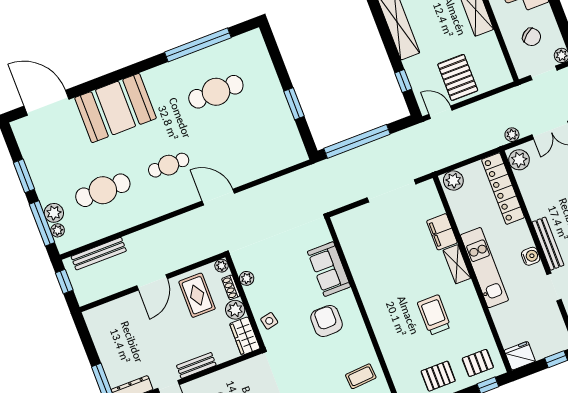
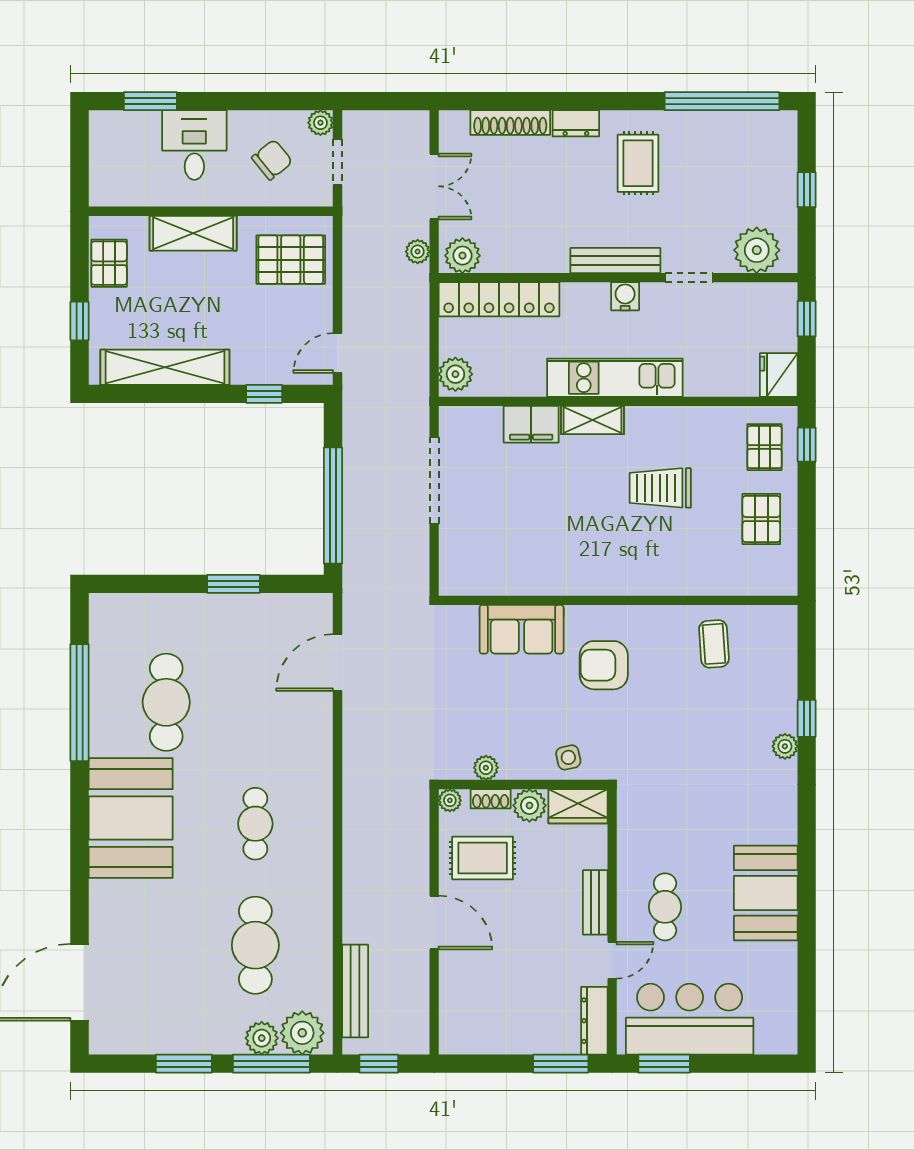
pallet: (458, 77) -> (291, 260), moved
booth: (116, 108) -> (131, 818), moved
door: (218, 197) -> (338, 663), moved
plant: (58, 230) -> (302, 1033), width x1.87, depth x1.87

